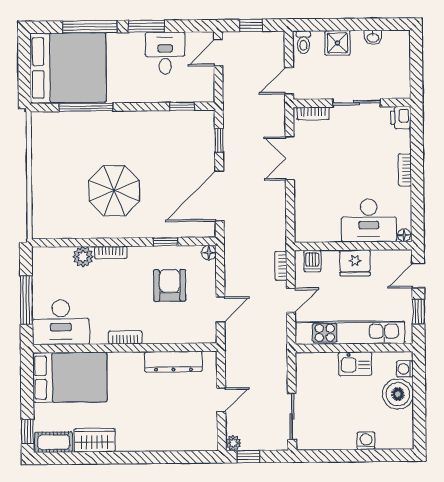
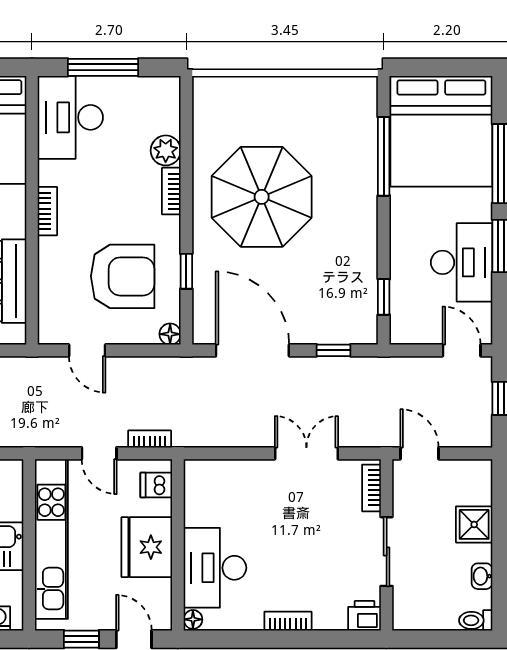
toilet: (303, 42) -> (476, 620), moved
desk: (165, 53) -> (462, 262), width x1.37
parasol: (114, 191) -> (262, 197), width x1.36, depth x1.36
fridge: (355, 263) -> (147, 547), width x1.36, depth x1.34
armchair: (170, 285) -> (123, 276), width x1.36, depth x1.36

